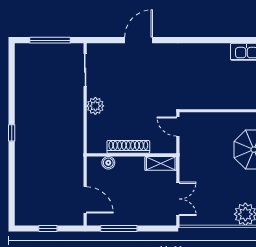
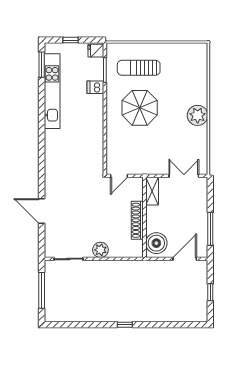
boiler: (108, 163) -> (156, 243), width x1.86, depth x1.86

